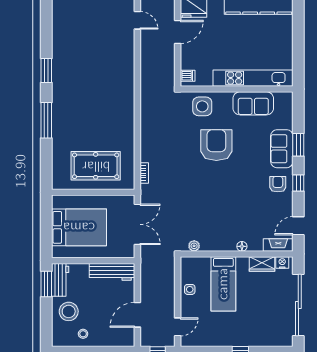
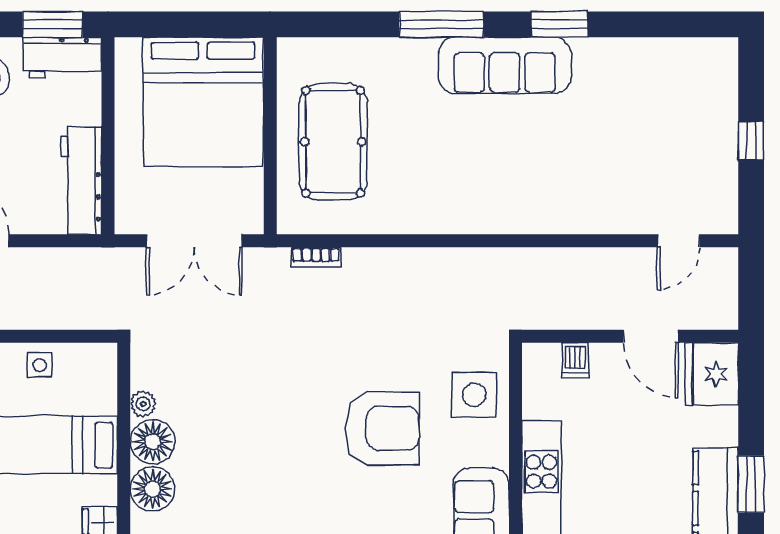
dishwasher: (188, 76) -> (575, 360), moved
sofa: (63, 94) -> (505, 65), added
bed: (79, 227) -> (203, 102), width x1.36
floor lamp: (222, 242) -> (153, 442), added
plant: (194, 246) -> (143, 404), moved
floor lamp: (242, 246) -> (153, 489), width x1.89, depth x1.89

